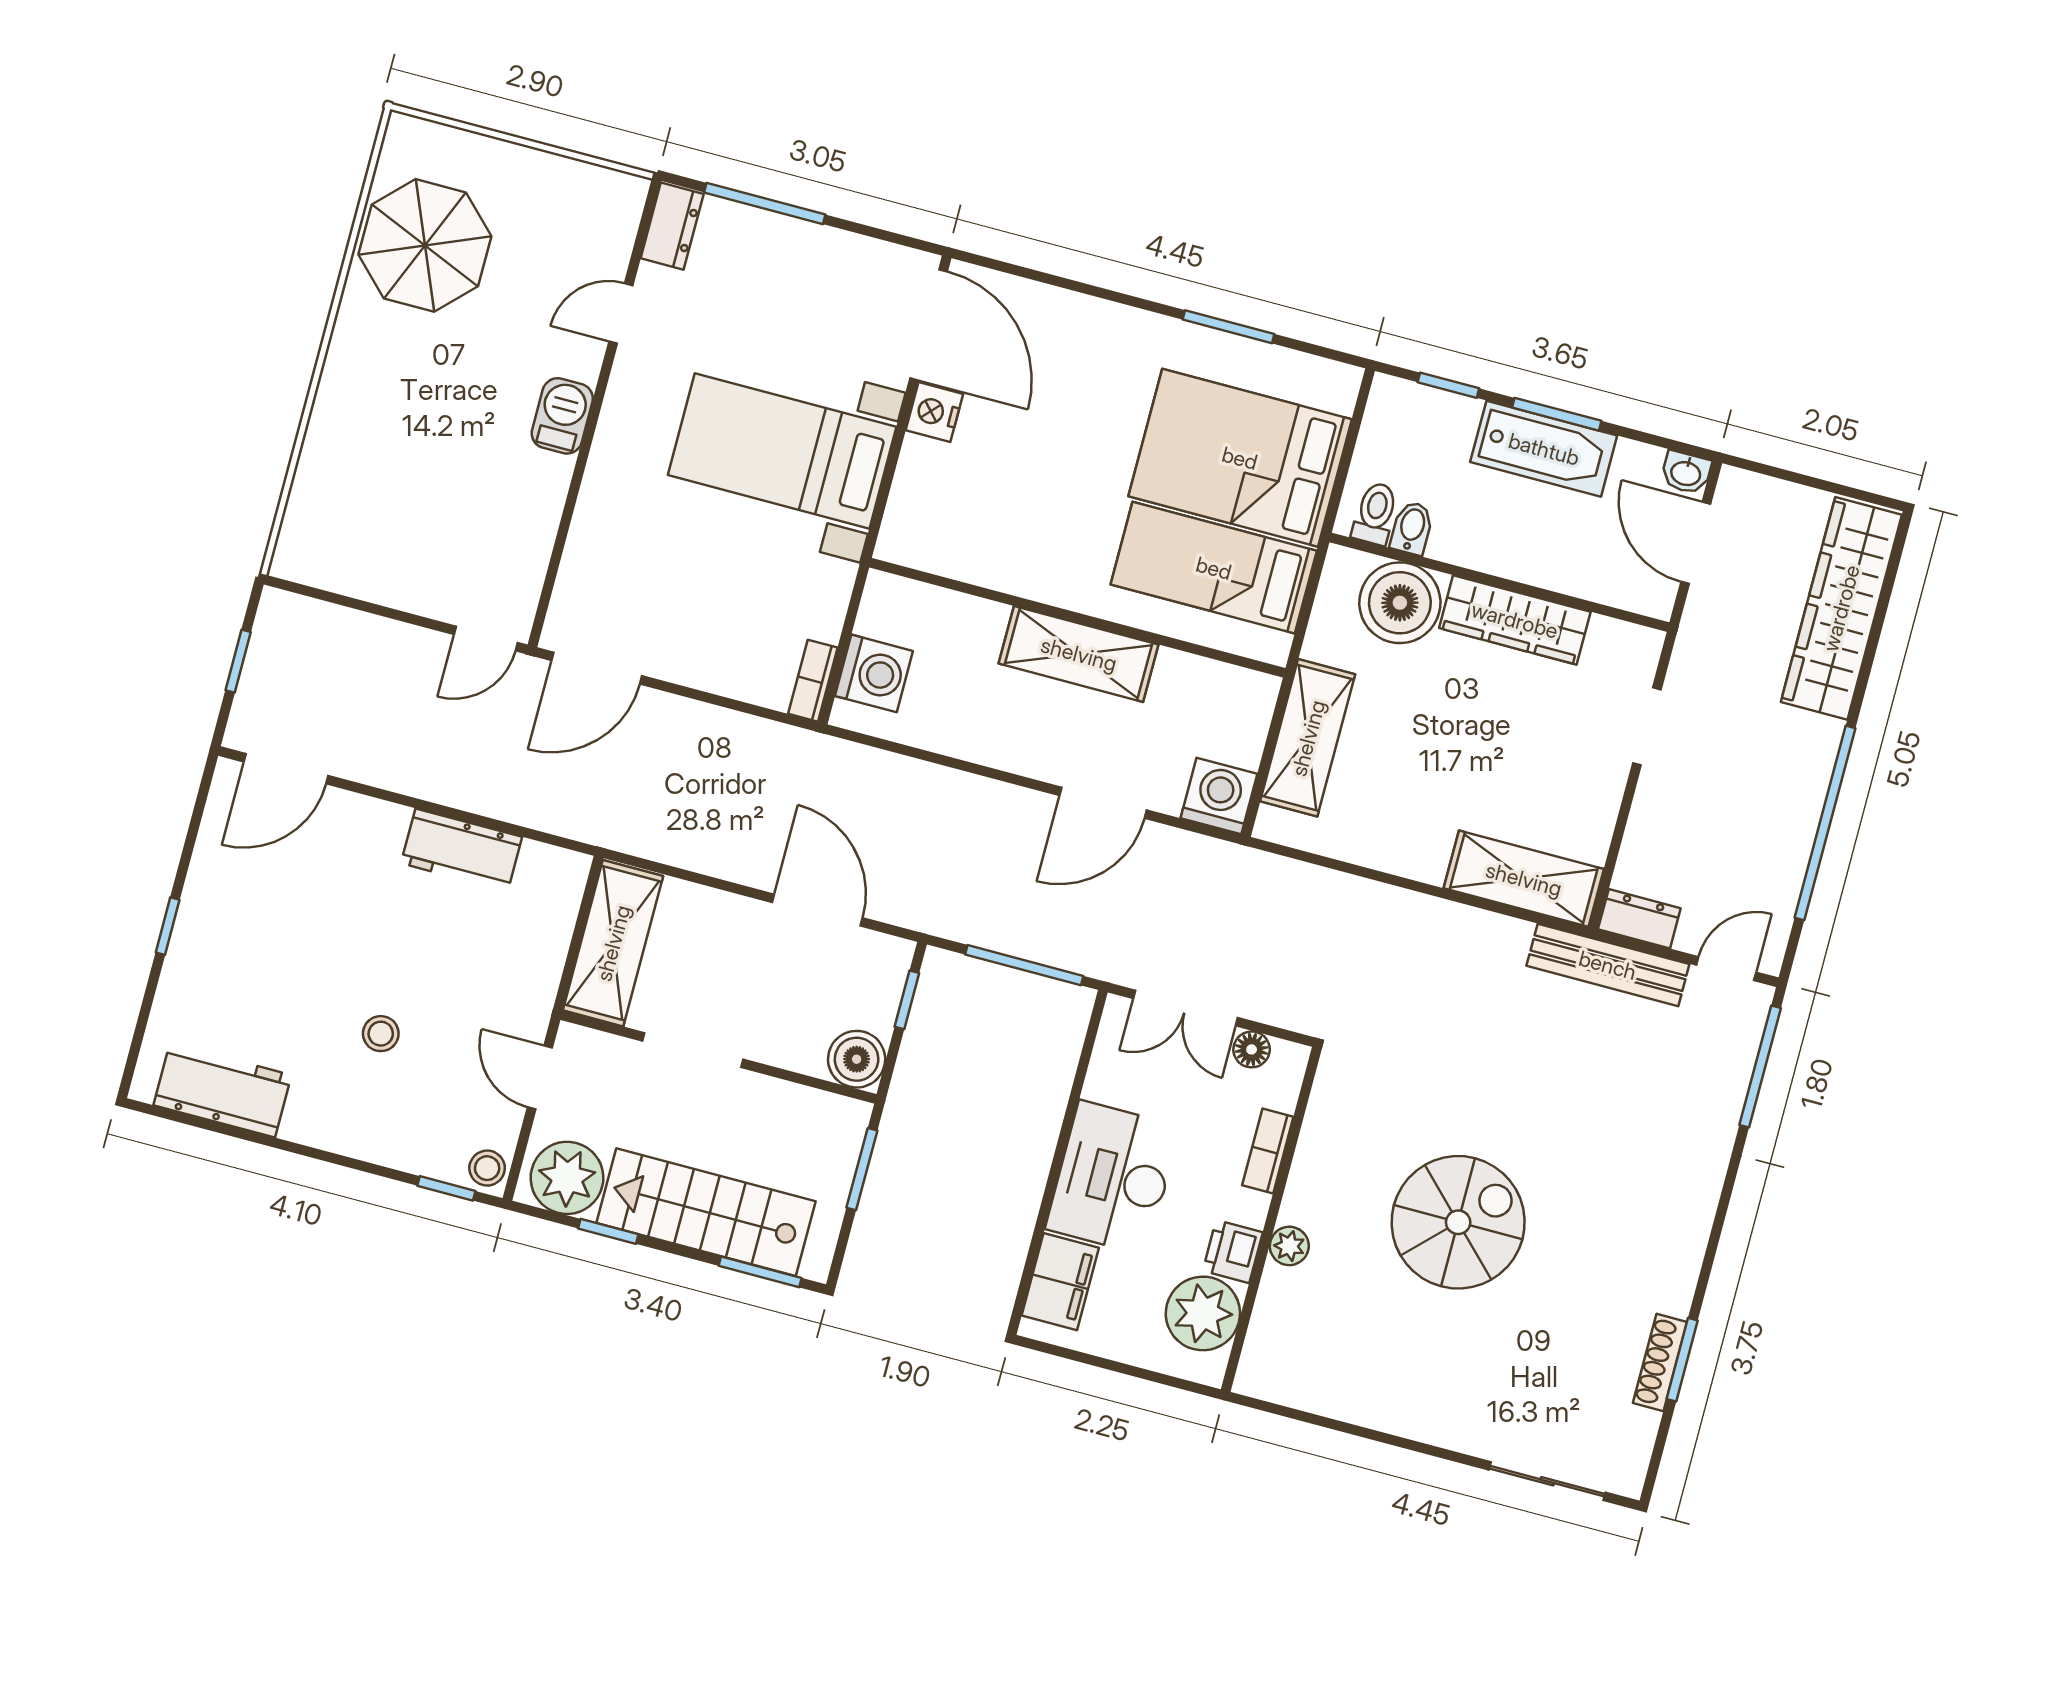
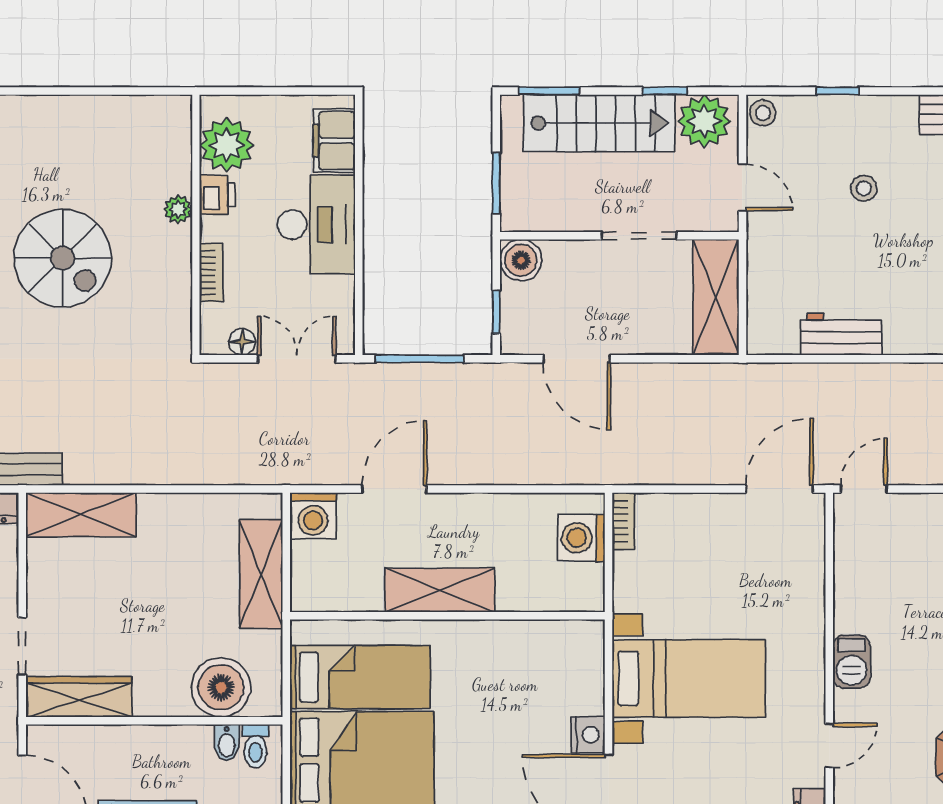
wardrobe: (1515, 620) -> (80, 697), moved
window: (446, 1188) -> (837, 91), moved
spiral stairs: (1458, 1222) -> (63, 258), turned -90

